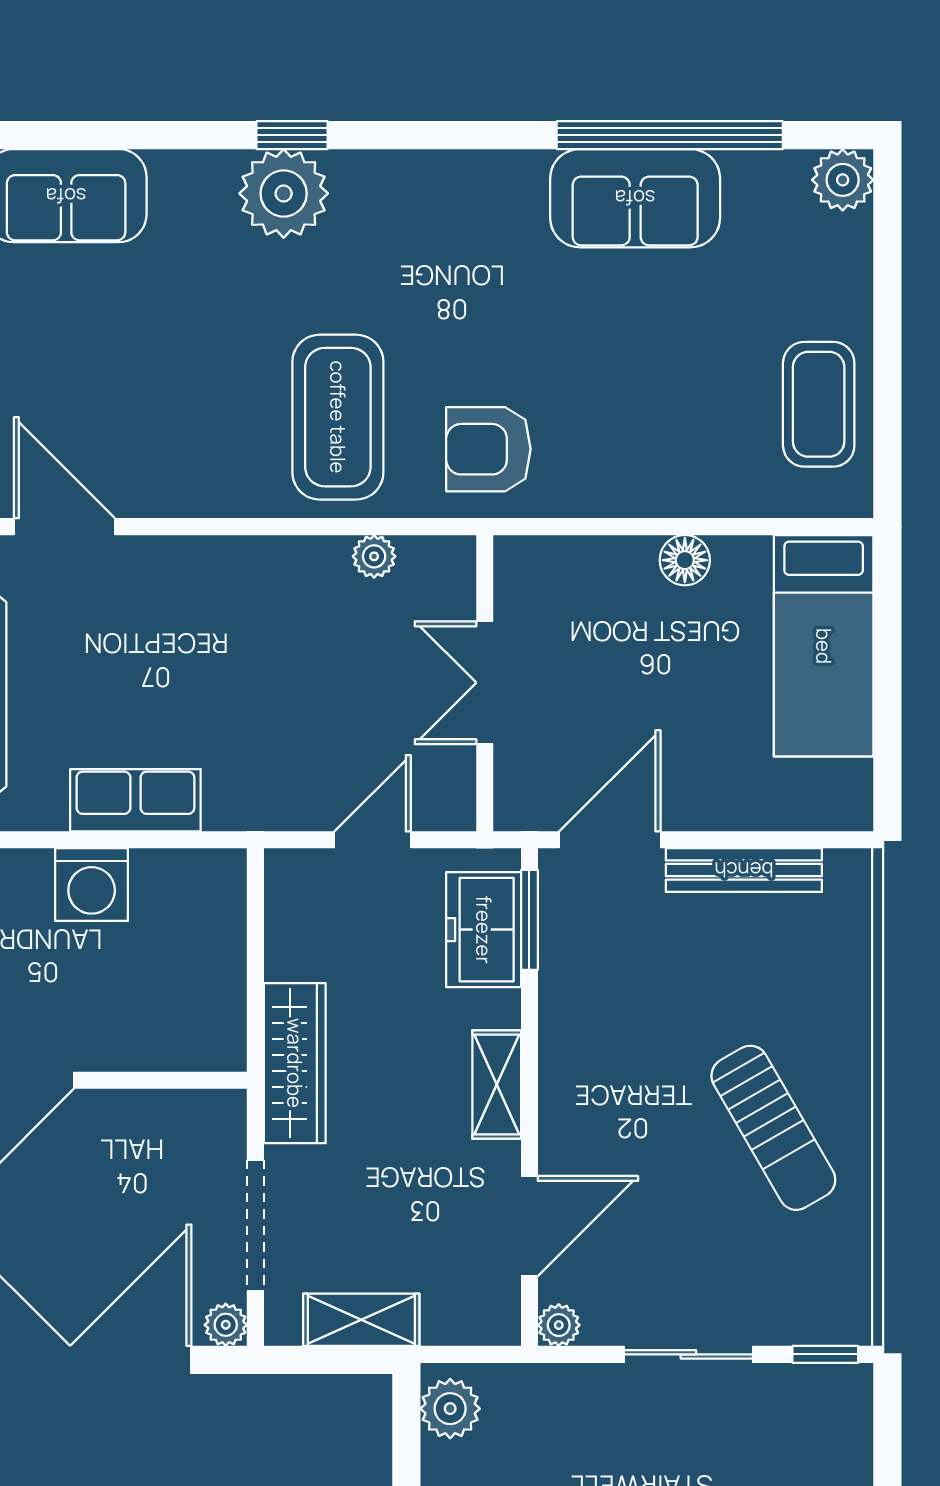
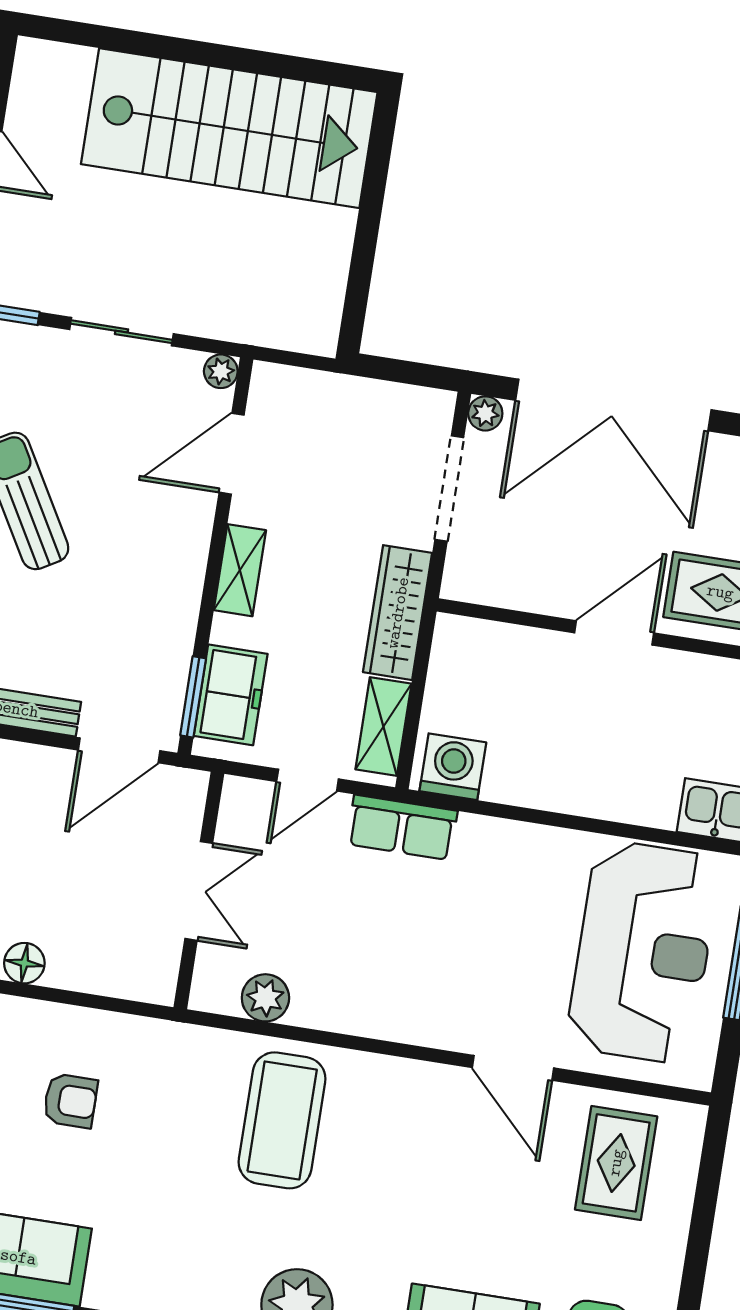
armchair: (488, 449) -> (70, 1101), moved, width x0.72, depth x0.72
plant: (374, 556) -> (265, 998), width x1.38, depth x1.38
row of seats: (135, 800) -> (402, 827), moved
washing machine: (92, 885) -> (453, 767), moved
shelving: (361, 1320) -> (383, 726), moved, turned 90
plant: (450, 1409) -> (318, 319), removed

